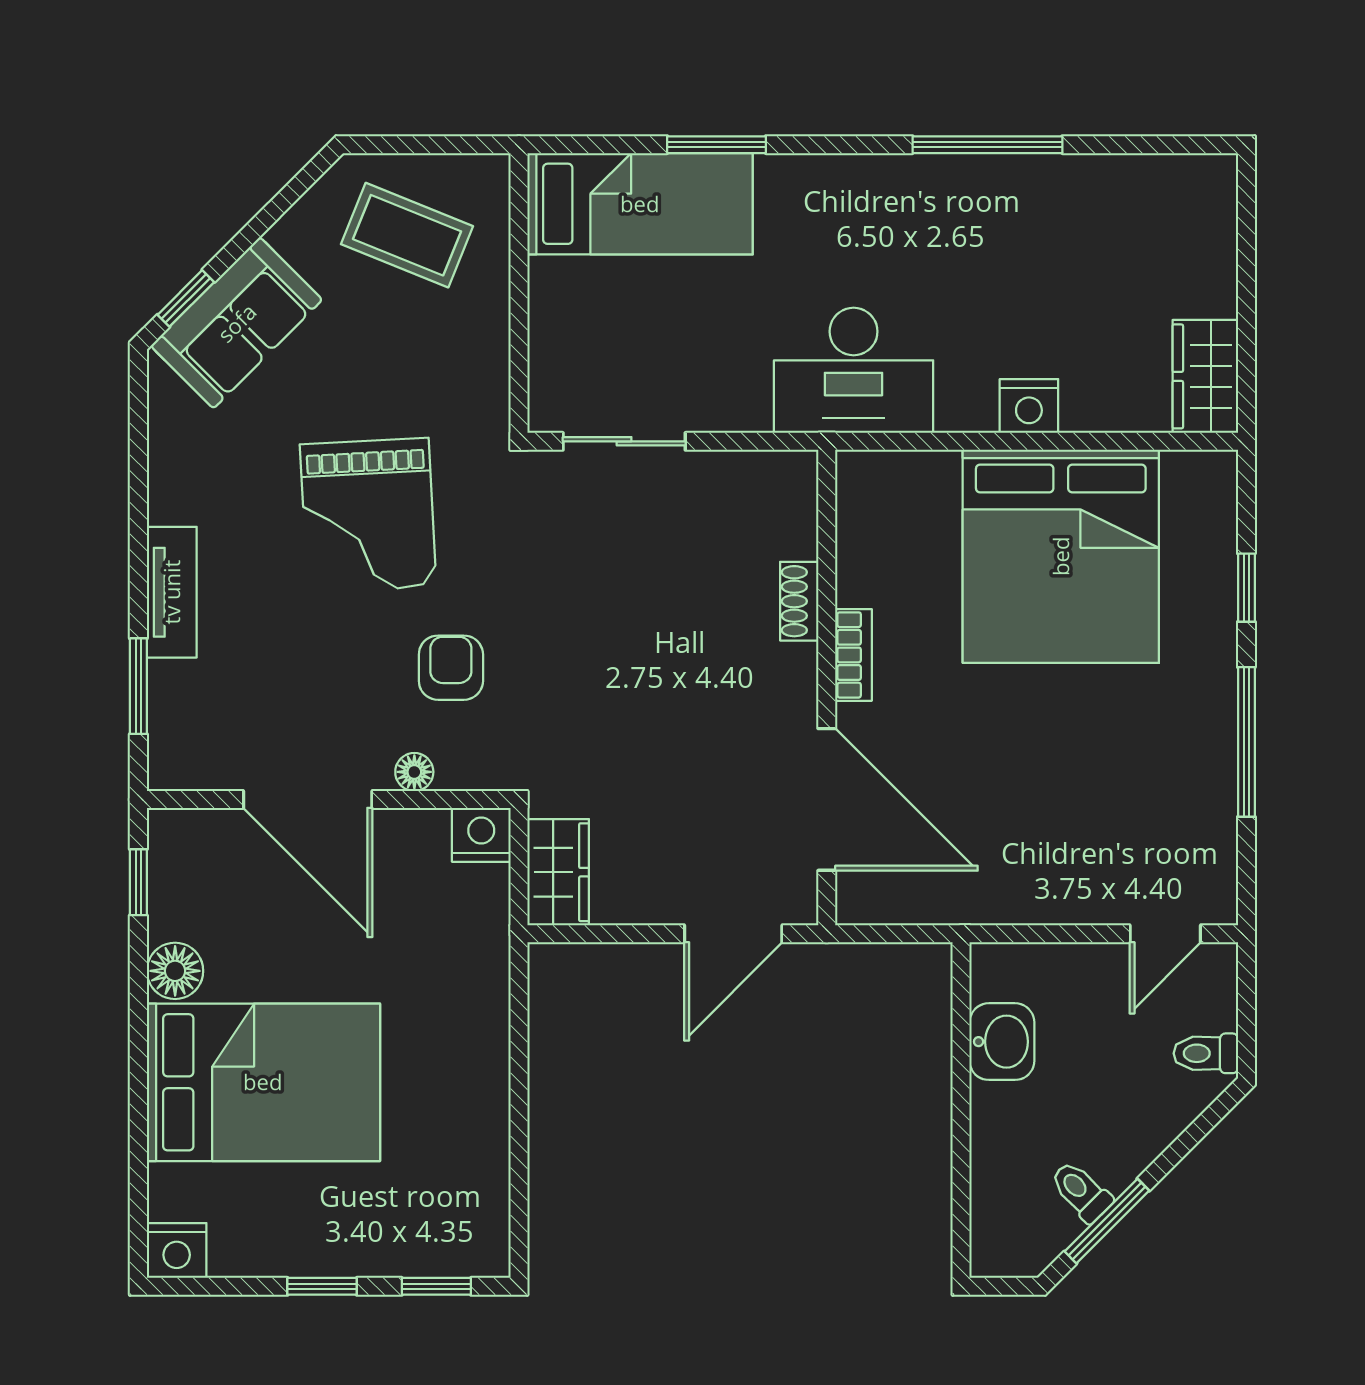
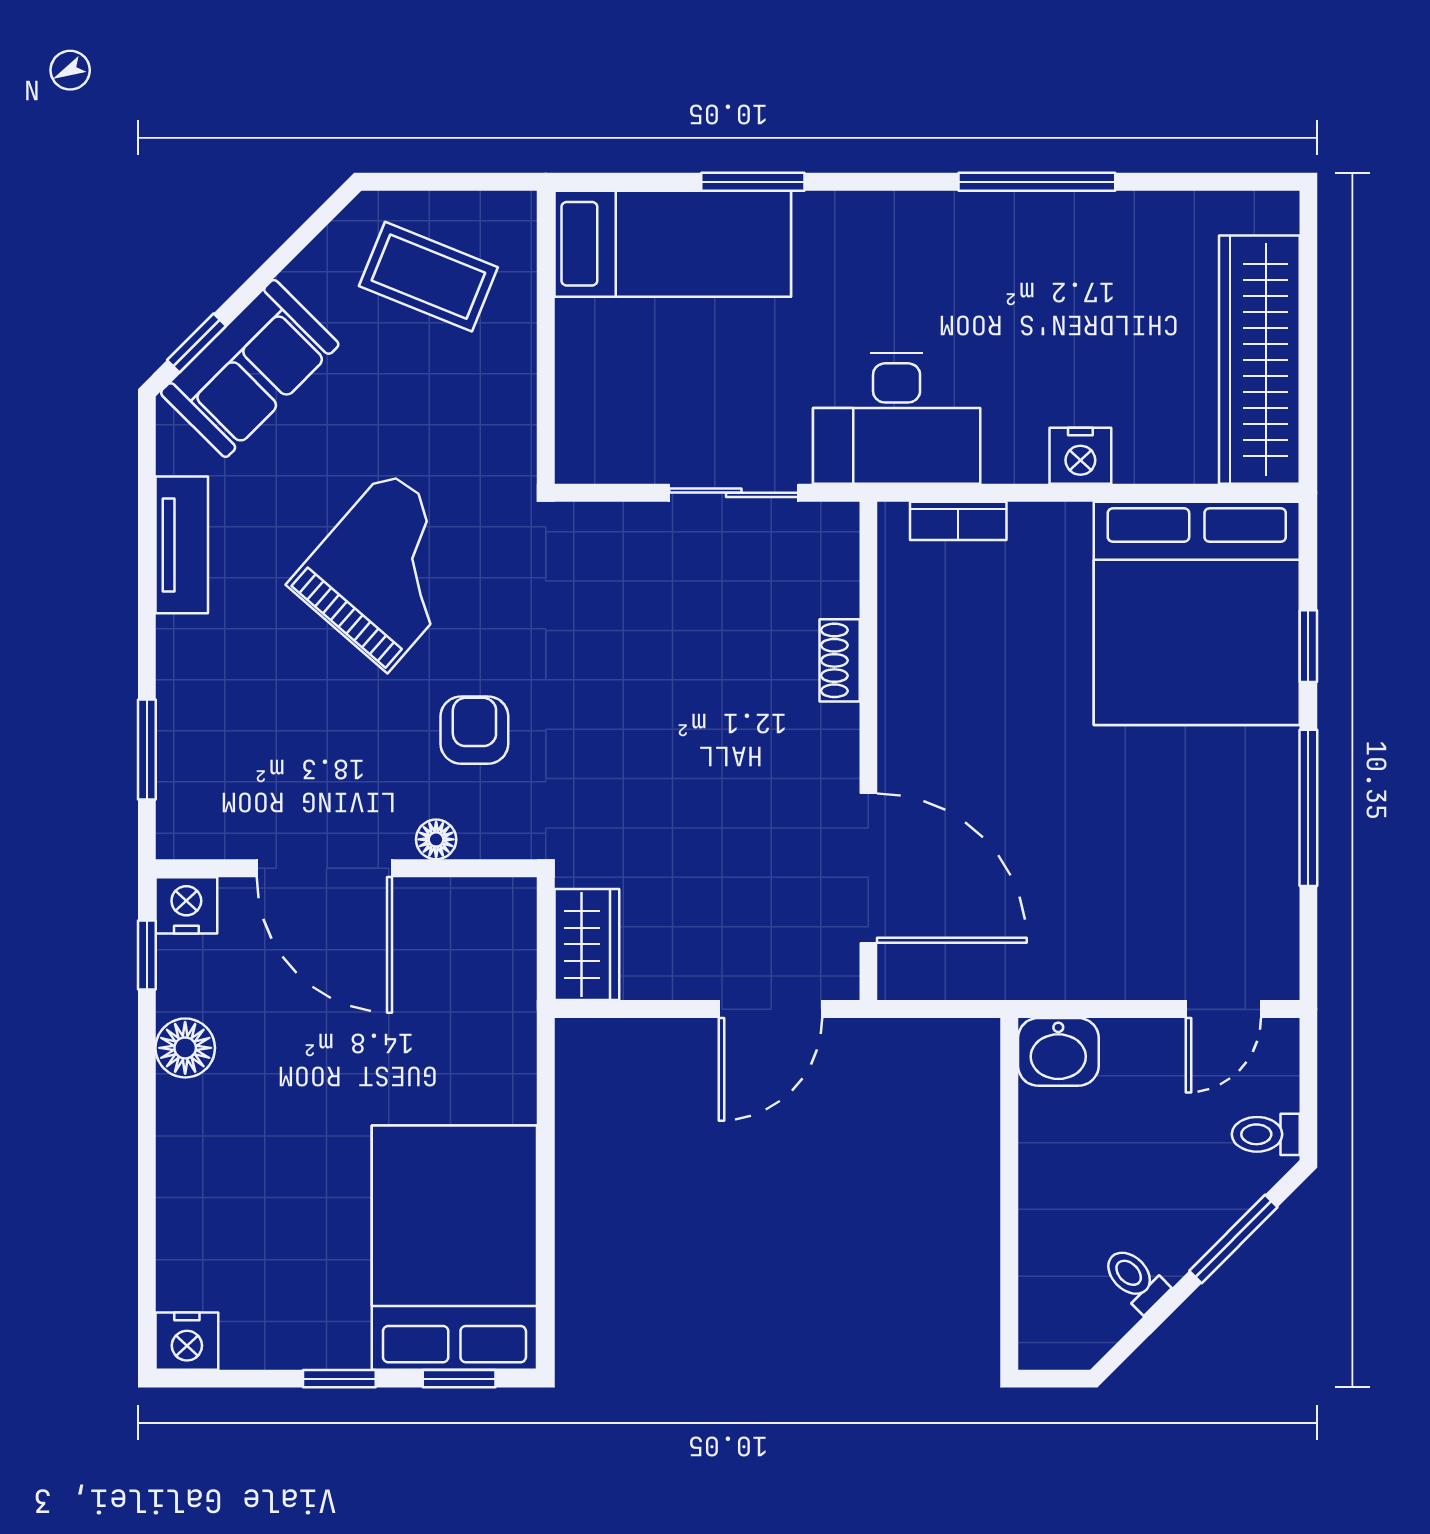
wardrobe: (1205, 376) -> (1259, 360), width x2.10, depth x1.17
sliding door: (624, 441) -> (734, 493), moved
grand piano: (368, 515) -> (388, 570), turned -136
bed: (1061, 556) -> (1197, 613), moved
tv unit: (172, 592) -> (182, 545), moved
bookcase: (853, 655) -> (958, 521), moved, turned 90
nightstand: (481, 835) -> (186, 905), moved
washbasin: (1002, 1042) -> (1058, 1052), moved, turned 90
bed: (263, 1082) -> (454, 1248), moved, turned -90
window: (1107, 1221) -> (1233, 1239), moved

